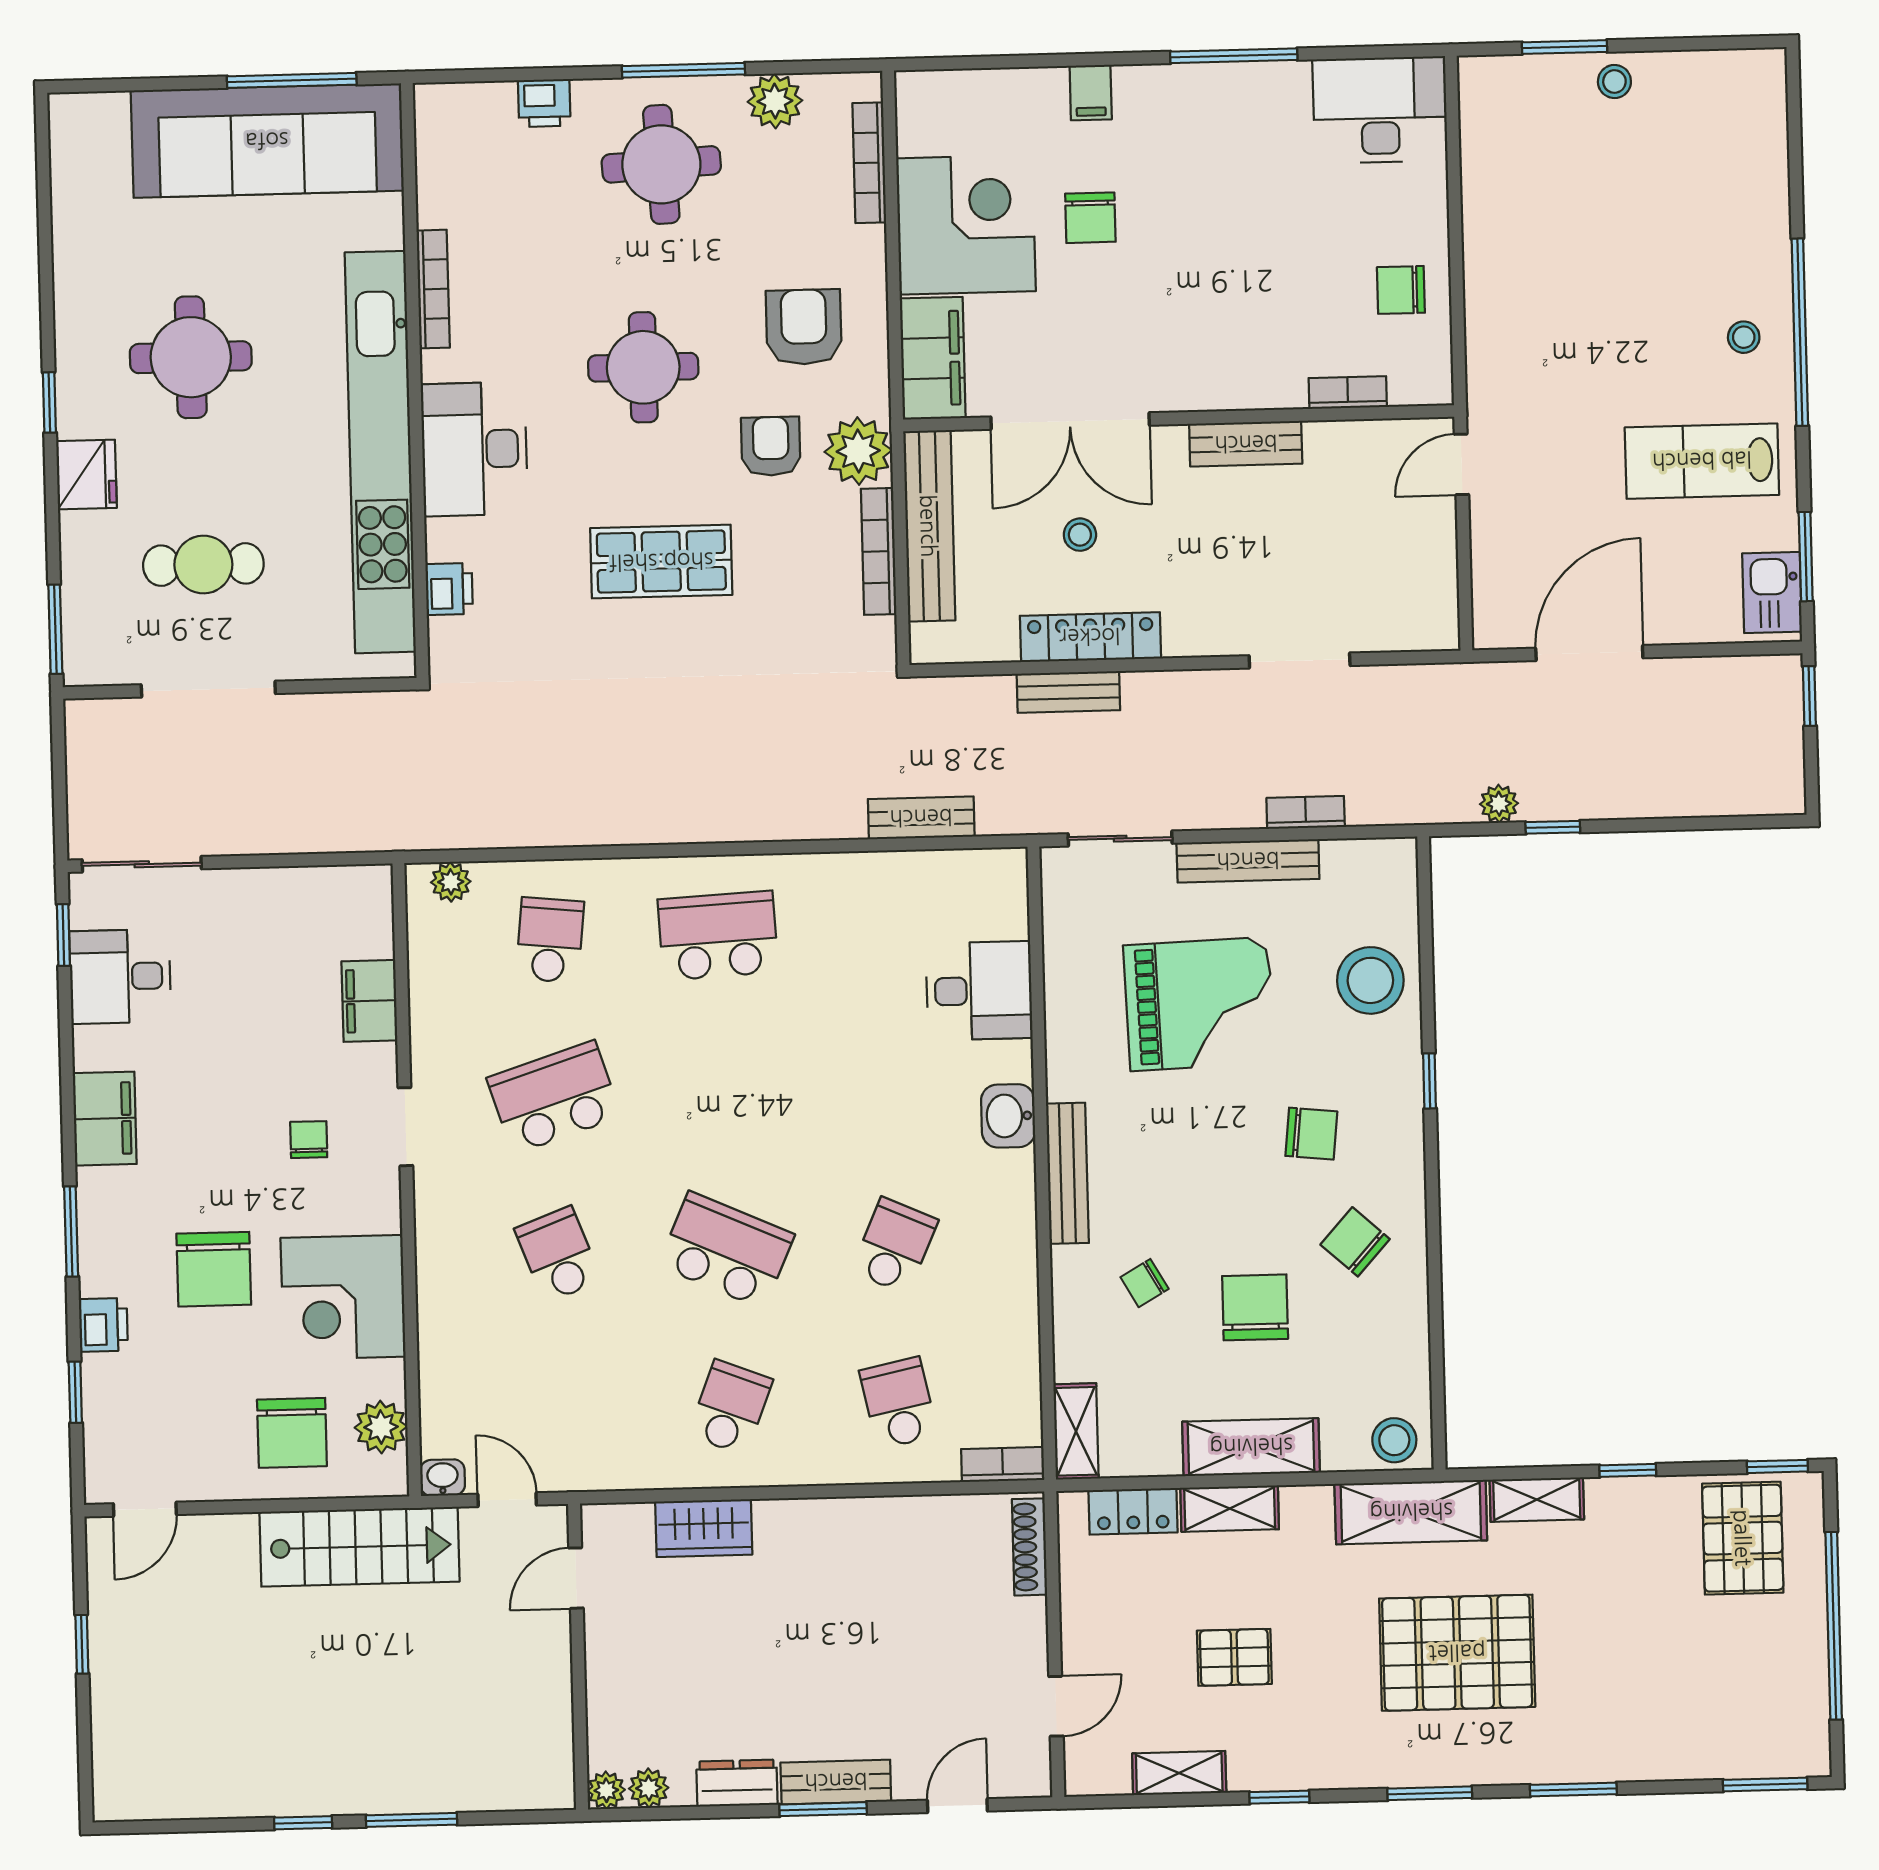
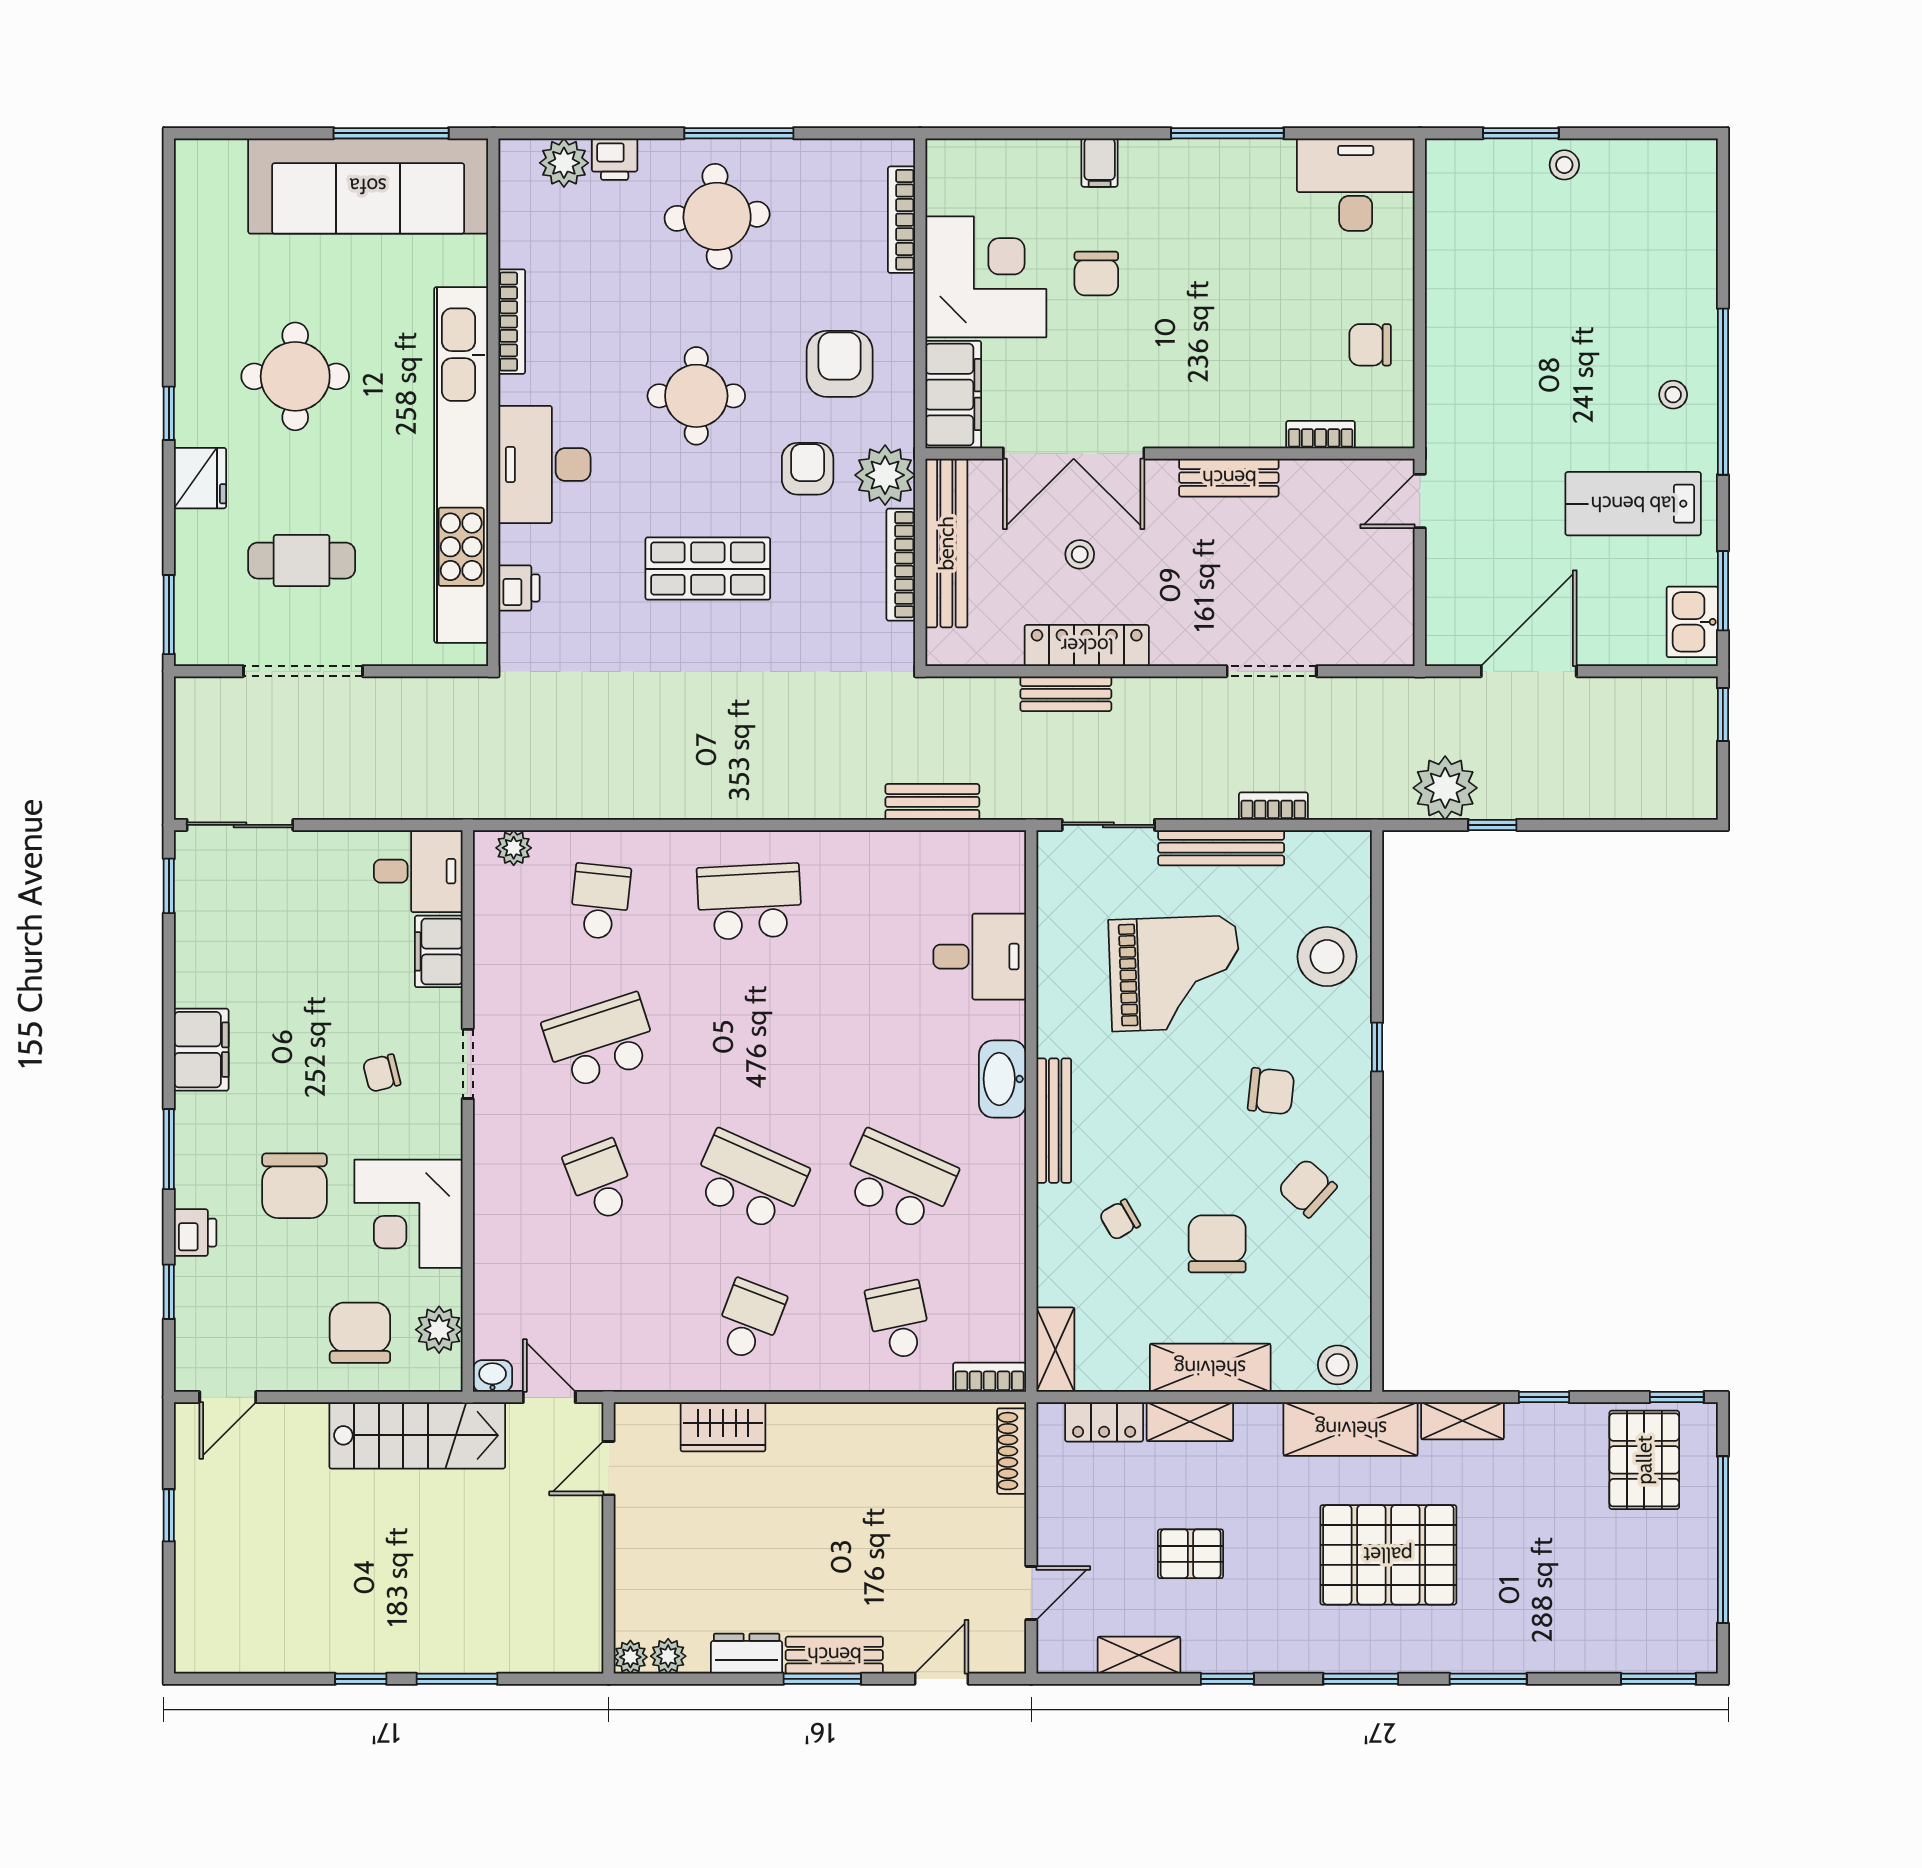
plant: (775, 101) -> (564, 163), moved
plant: (1499, 804) -> (1445, 788), width x1.88, depth x1.88
desk: (120, 976) -> (418, 871), moved, turned 180
washbasin: (1008, 1116) -> (1003, 1079), width x1.38
chair: (309, 1140) -> (382, 1073), turned -104
school desk: (894, 1246) -> (899, 1181), width x1.85
chair: (292, 1433) -> (360, 1333), turned 180

